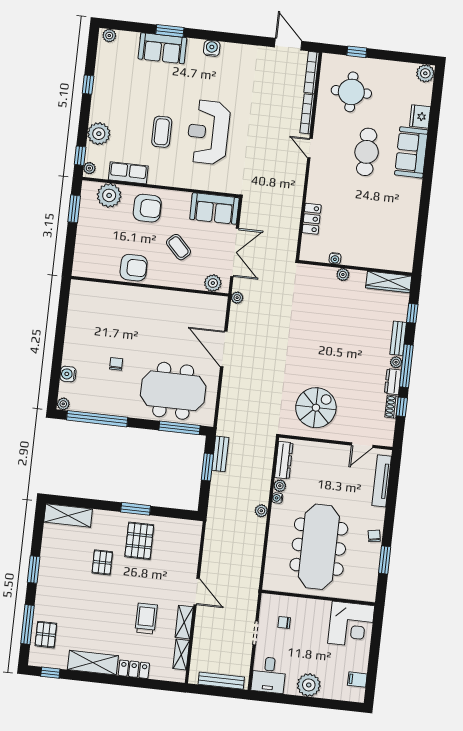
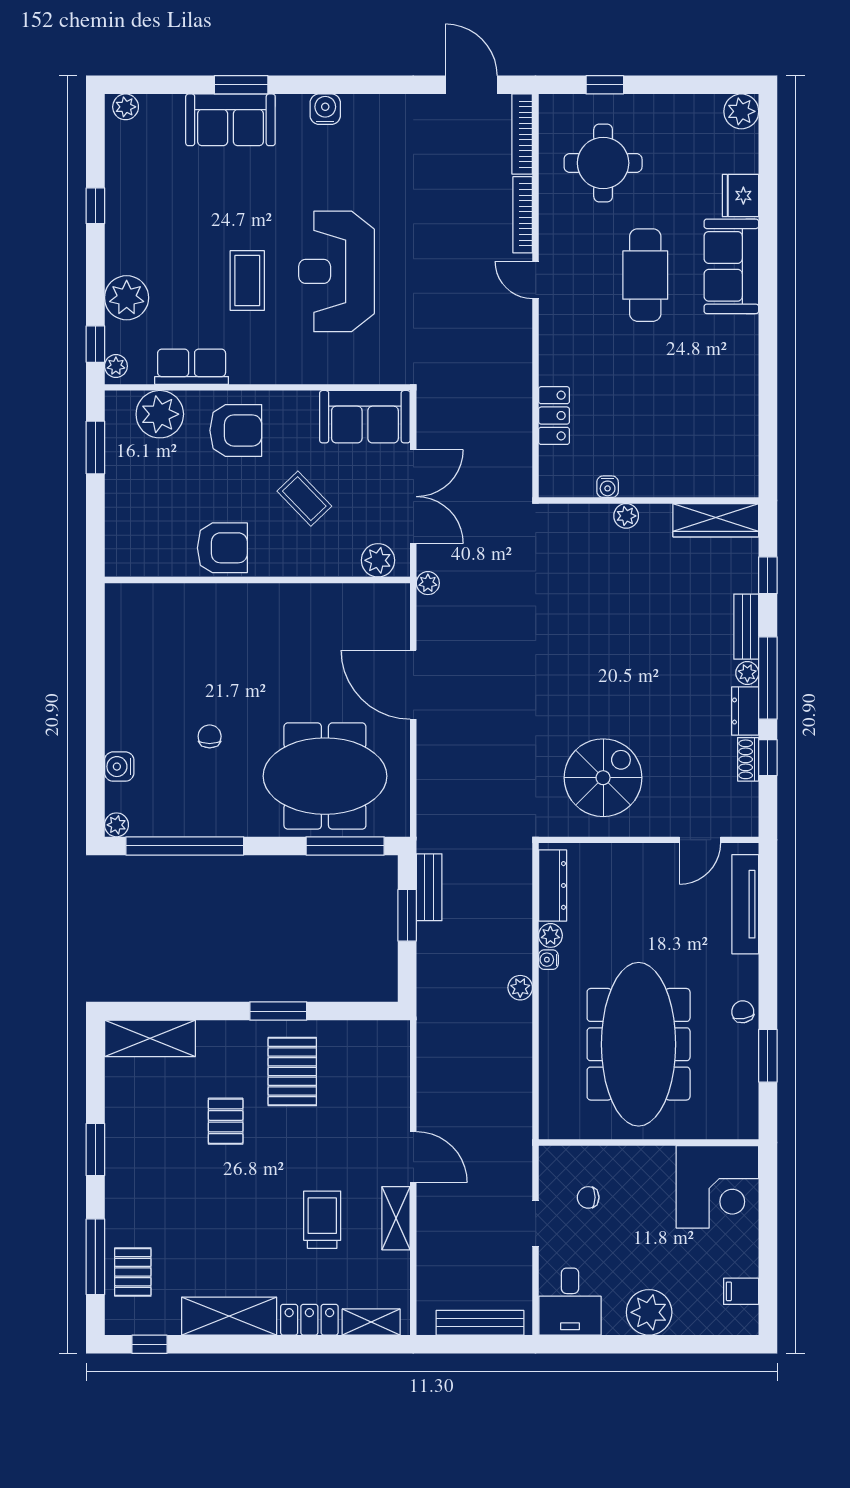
shelving: (181, 655) -> (371, 1322), moved, turned 90

